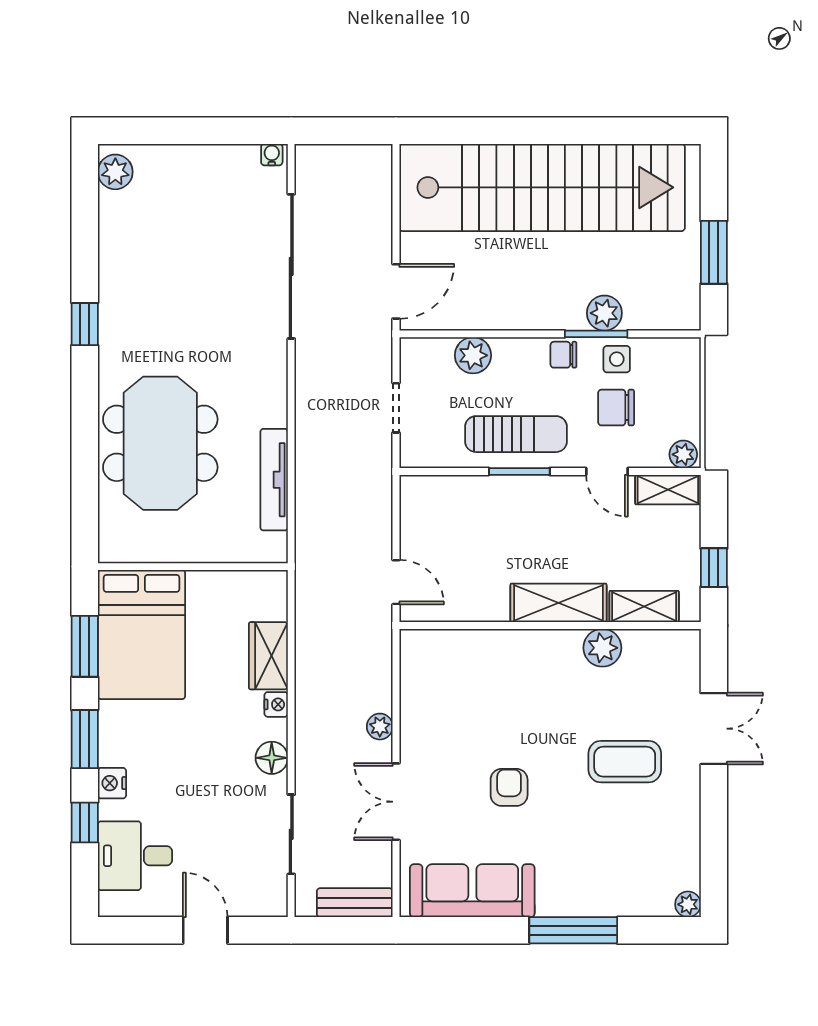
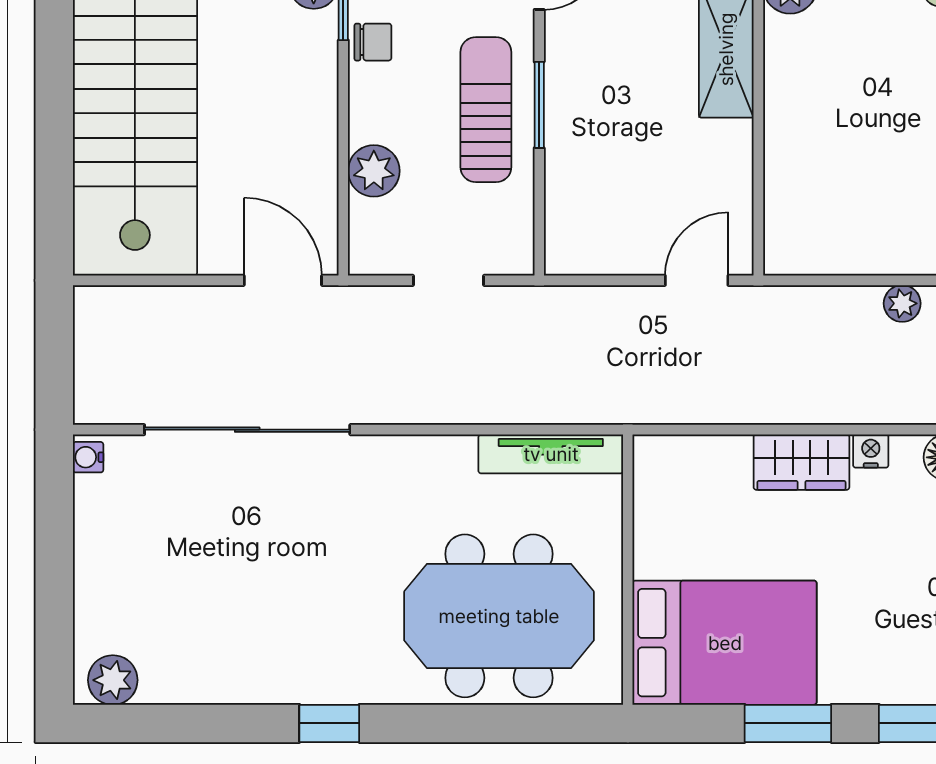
chair: (563, 355) -> (373, 42), turned -90
wall: (193, 567) -> (628, 570), moved
bed: (141, 634) -> (725, 643), moved

